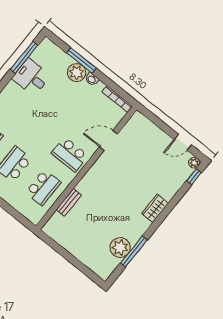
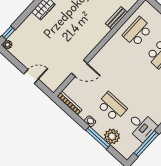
plant: (77, 73) -> (112, 136), moved
door: (183, 142) -> (31, 76), moved
school desk: (70, 154) -> (112, 107), moved

